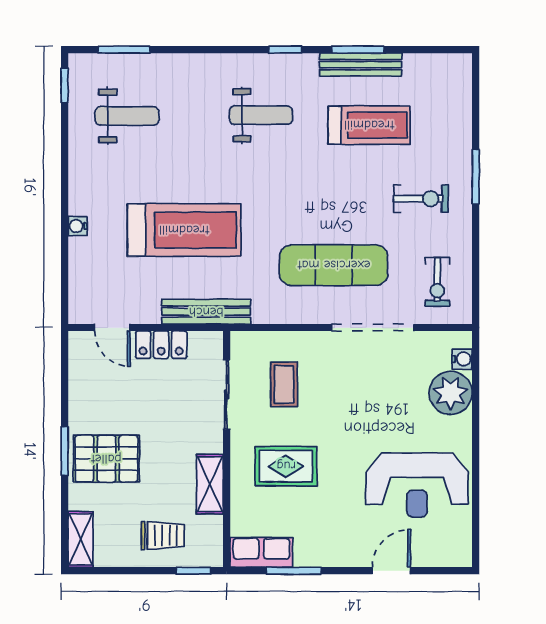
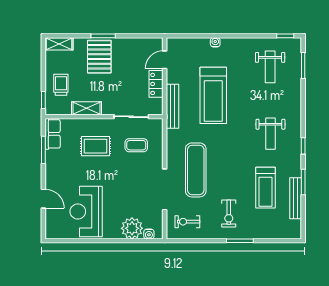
bench: (361, 65) -> (296, 198), moved
rug: (286, 466) -> (95, 146), turned 90
trolley: (163, 536) -> (61, 85), turned 180

